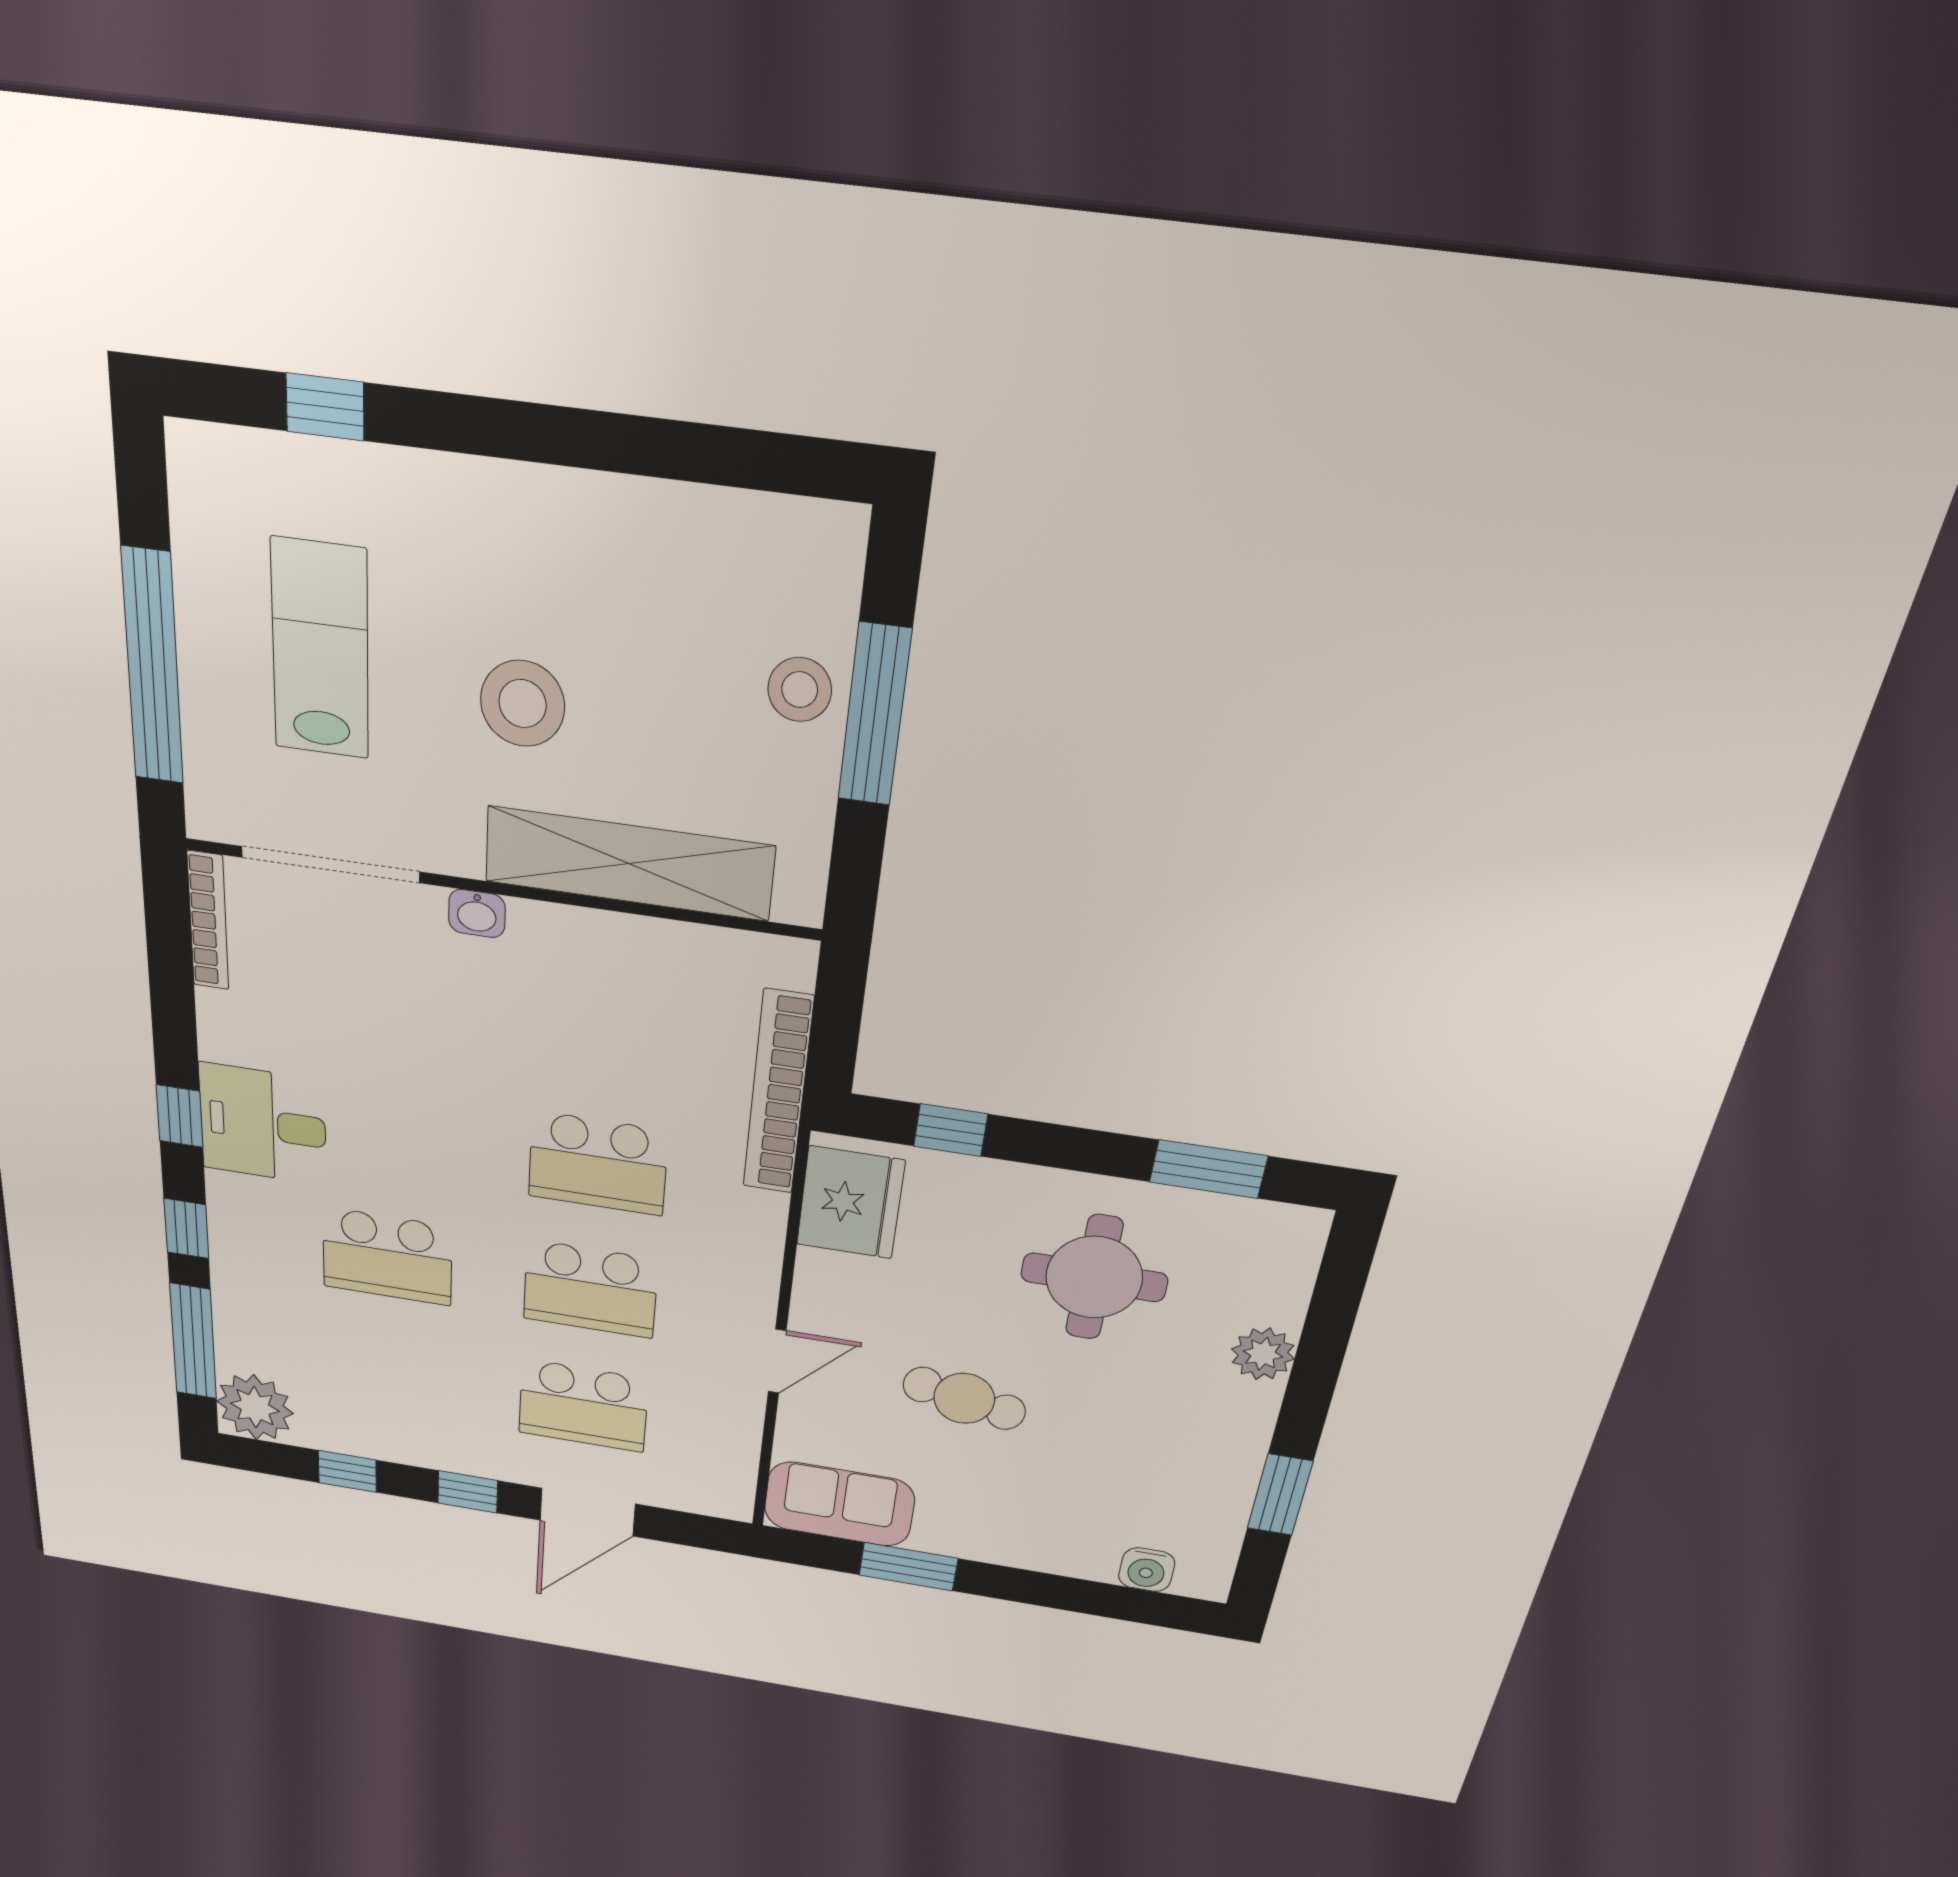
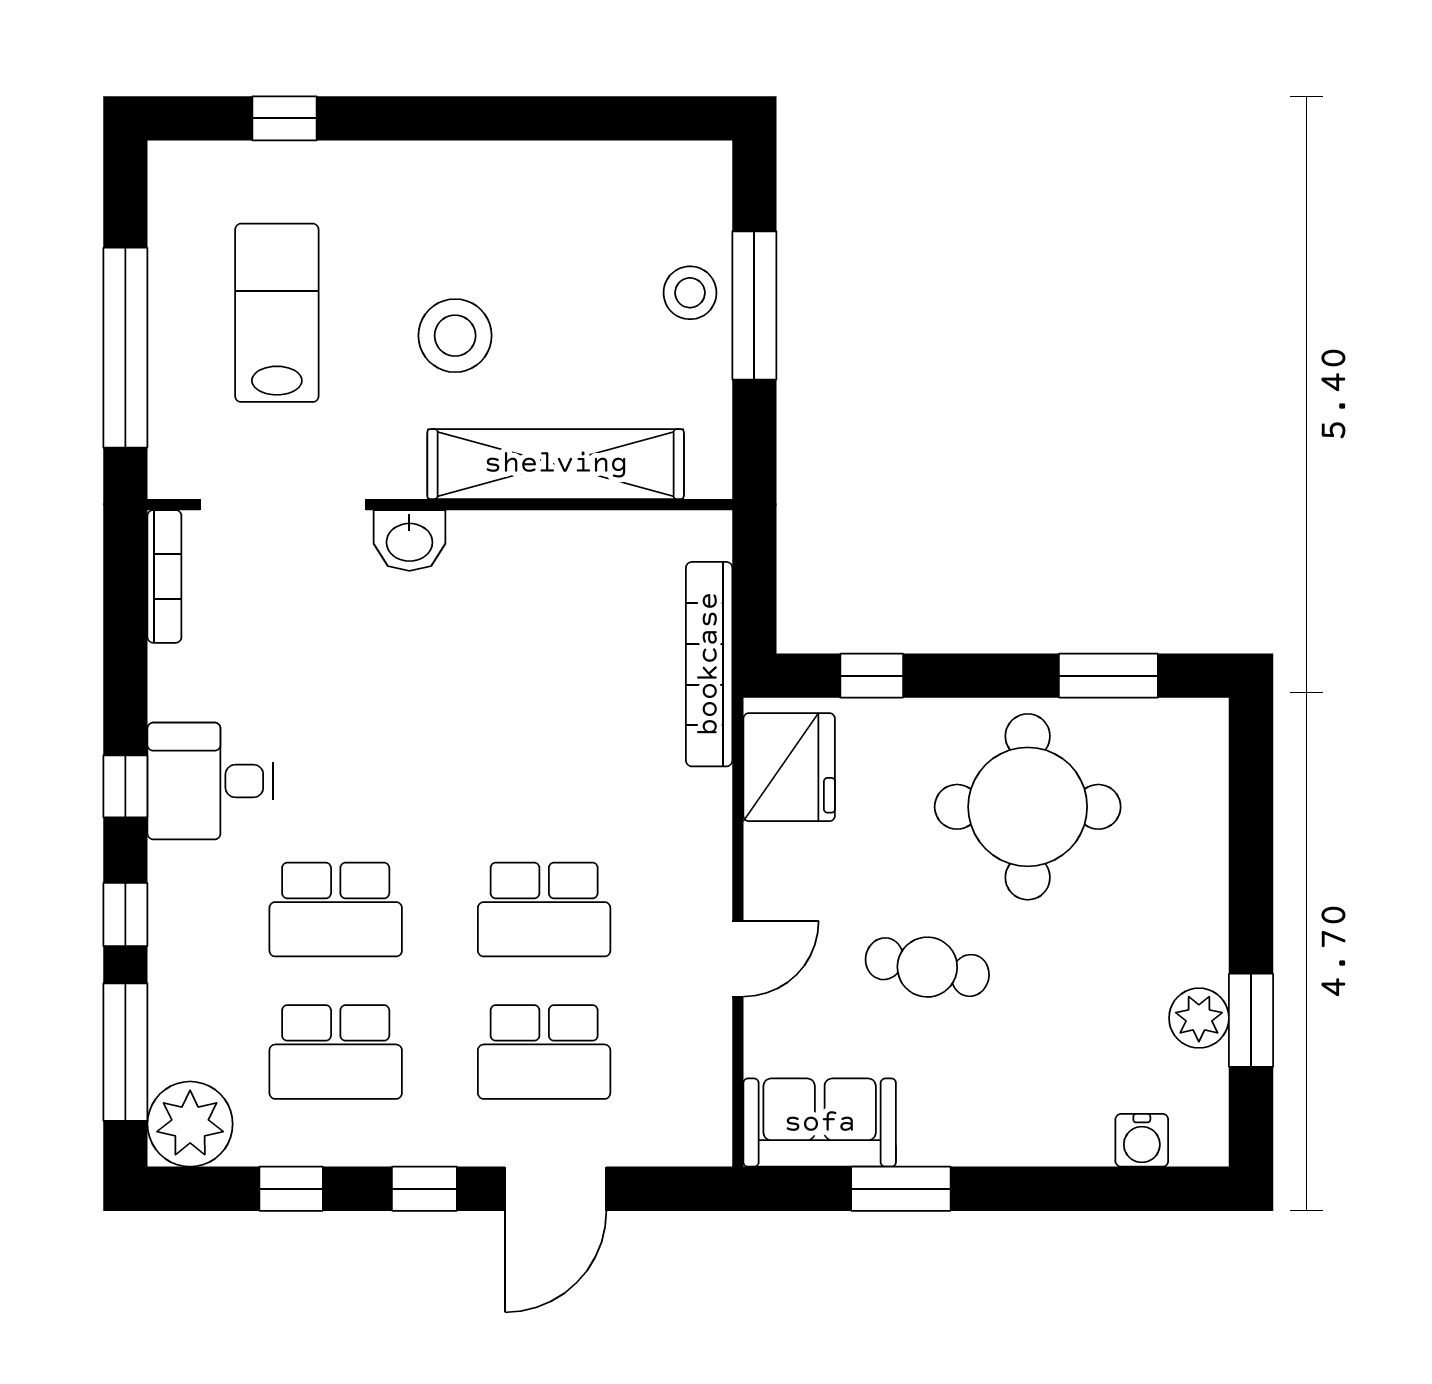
washbasin: (477, 913) -> (409, 540), width x1.38, depth x1.45
school desk: (598, 1164) -> (336, 1052), moved
round table: (1094, 1277) -> (1028, 807), width x1.36, depth x1.36
plant: (1263, 1354) -> (1199, 1018), moved

